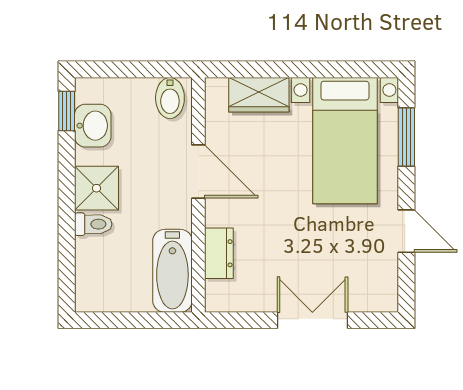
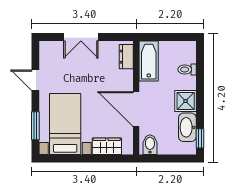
washbasin: (93, 126) -> (187, 127), width x1.38
door: (198, 171) -> (136, 109), width x1.36
toilet: (93, 224) -> (187, 69), moved
dresser: (219, 253) -> (126, 57), moved

